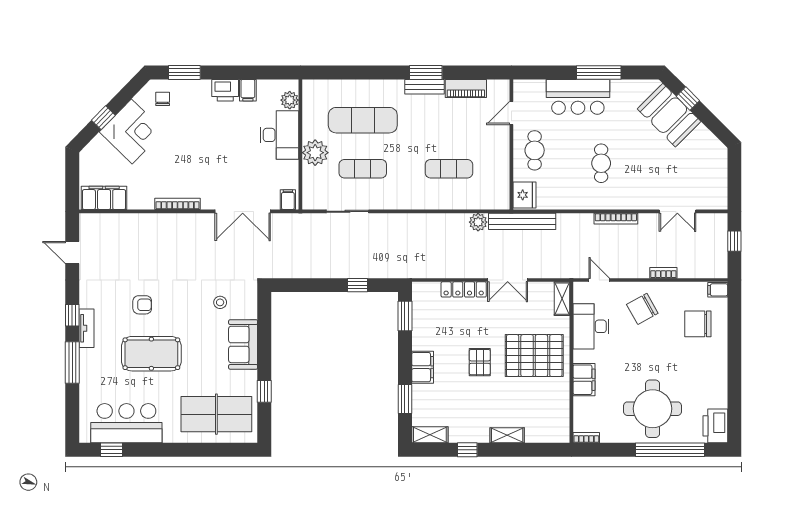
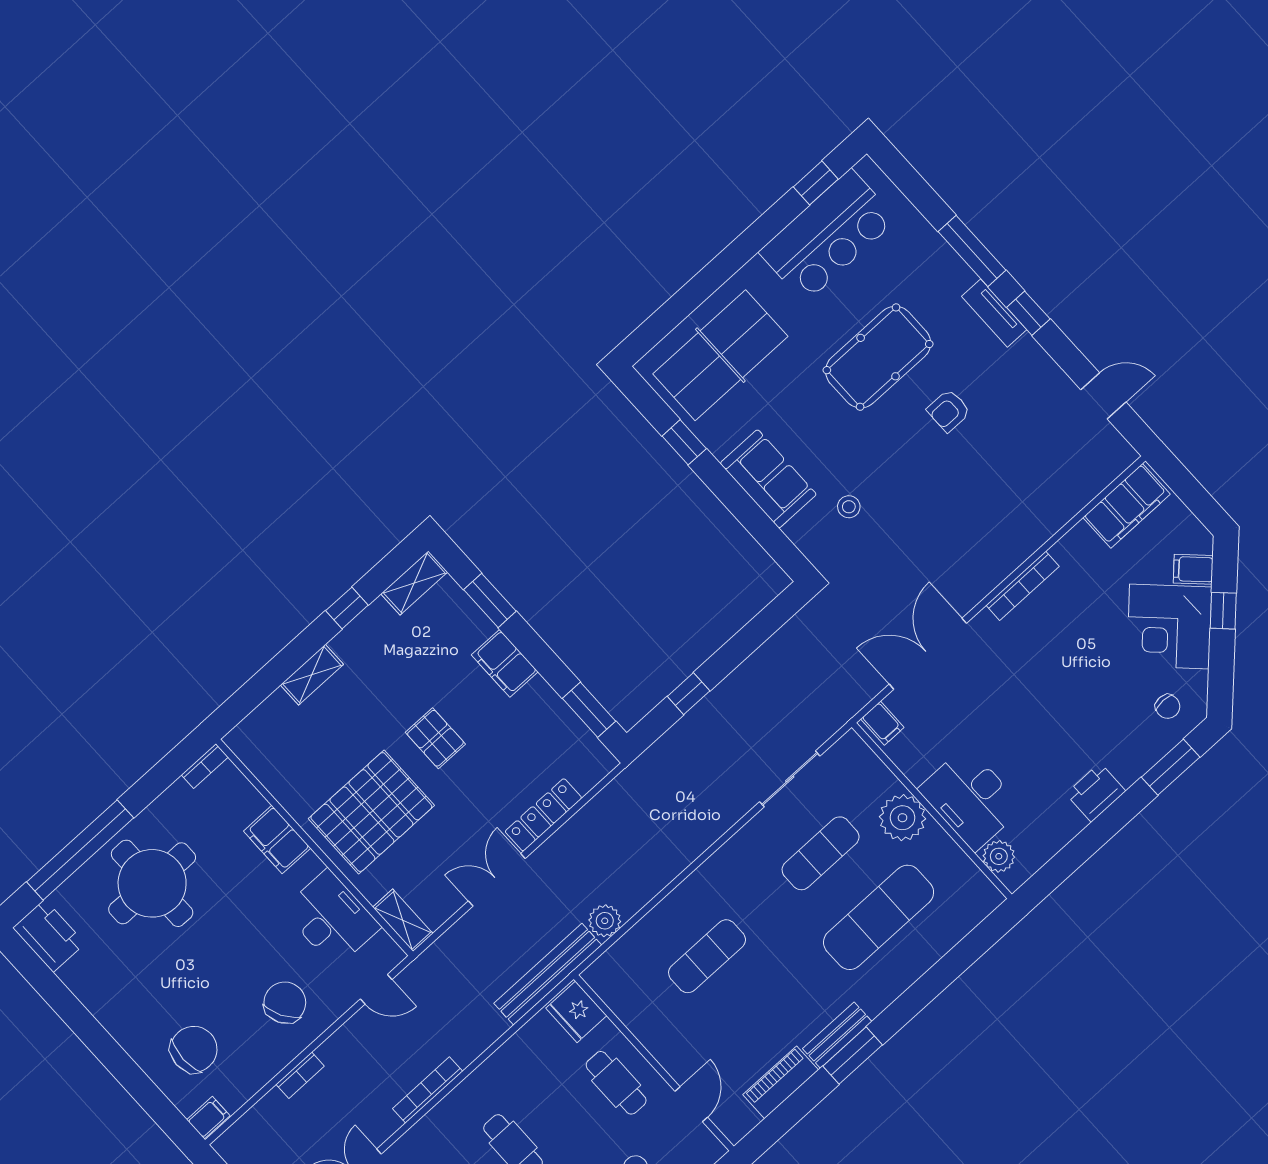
filing cabinet: (248, 90) -> (1193, 569), moved, turned -46

